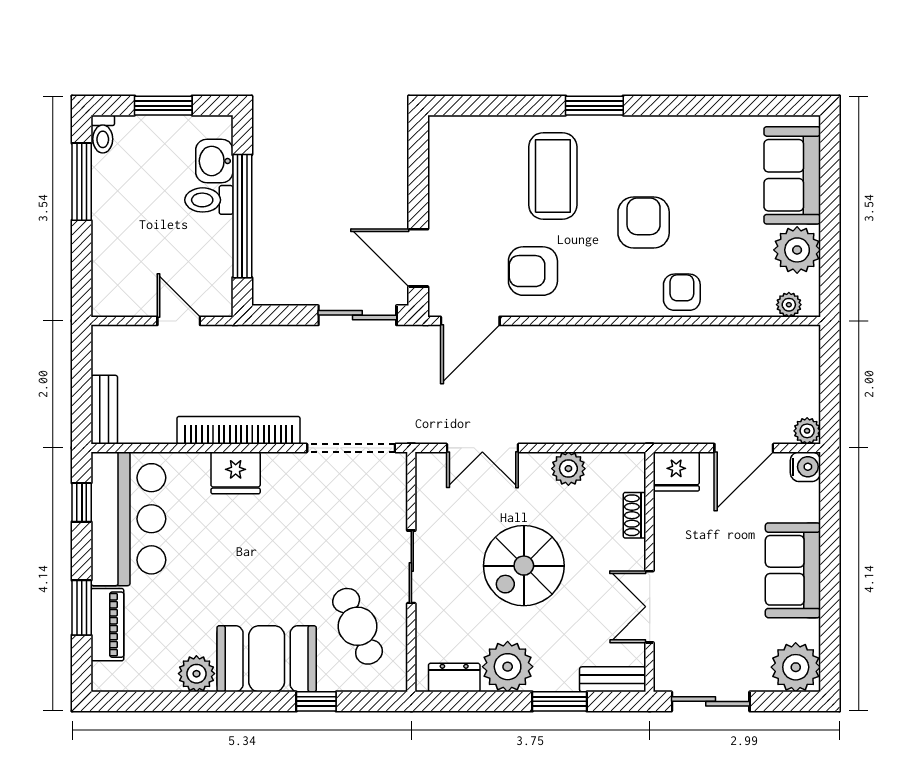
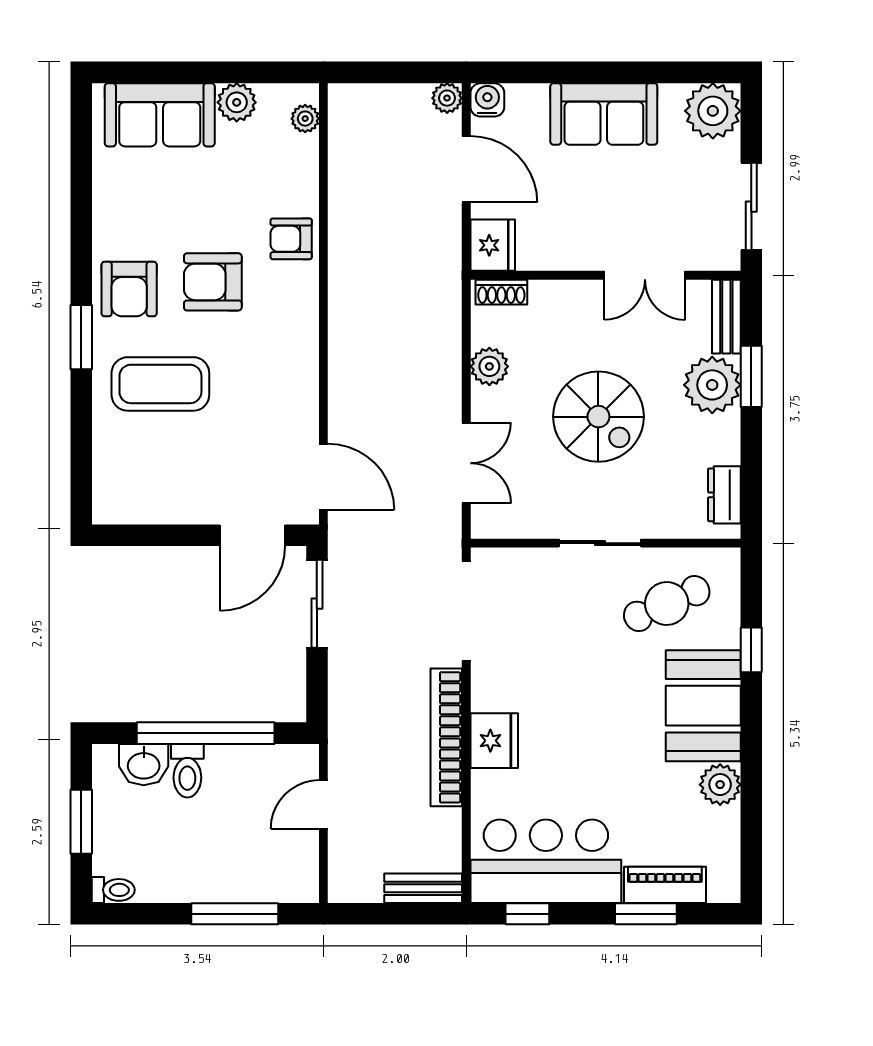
window: (82, 182) -> (235, 914), moved
plant: (797, 250) -> (237, 102), width x0.73, depth x0.73
armchair: (533, 271) -> (129, 289), moved
shoe rack: (635, 515) -> (501, 292), moved
plant: (508, 667) -> (712, 385), moved

